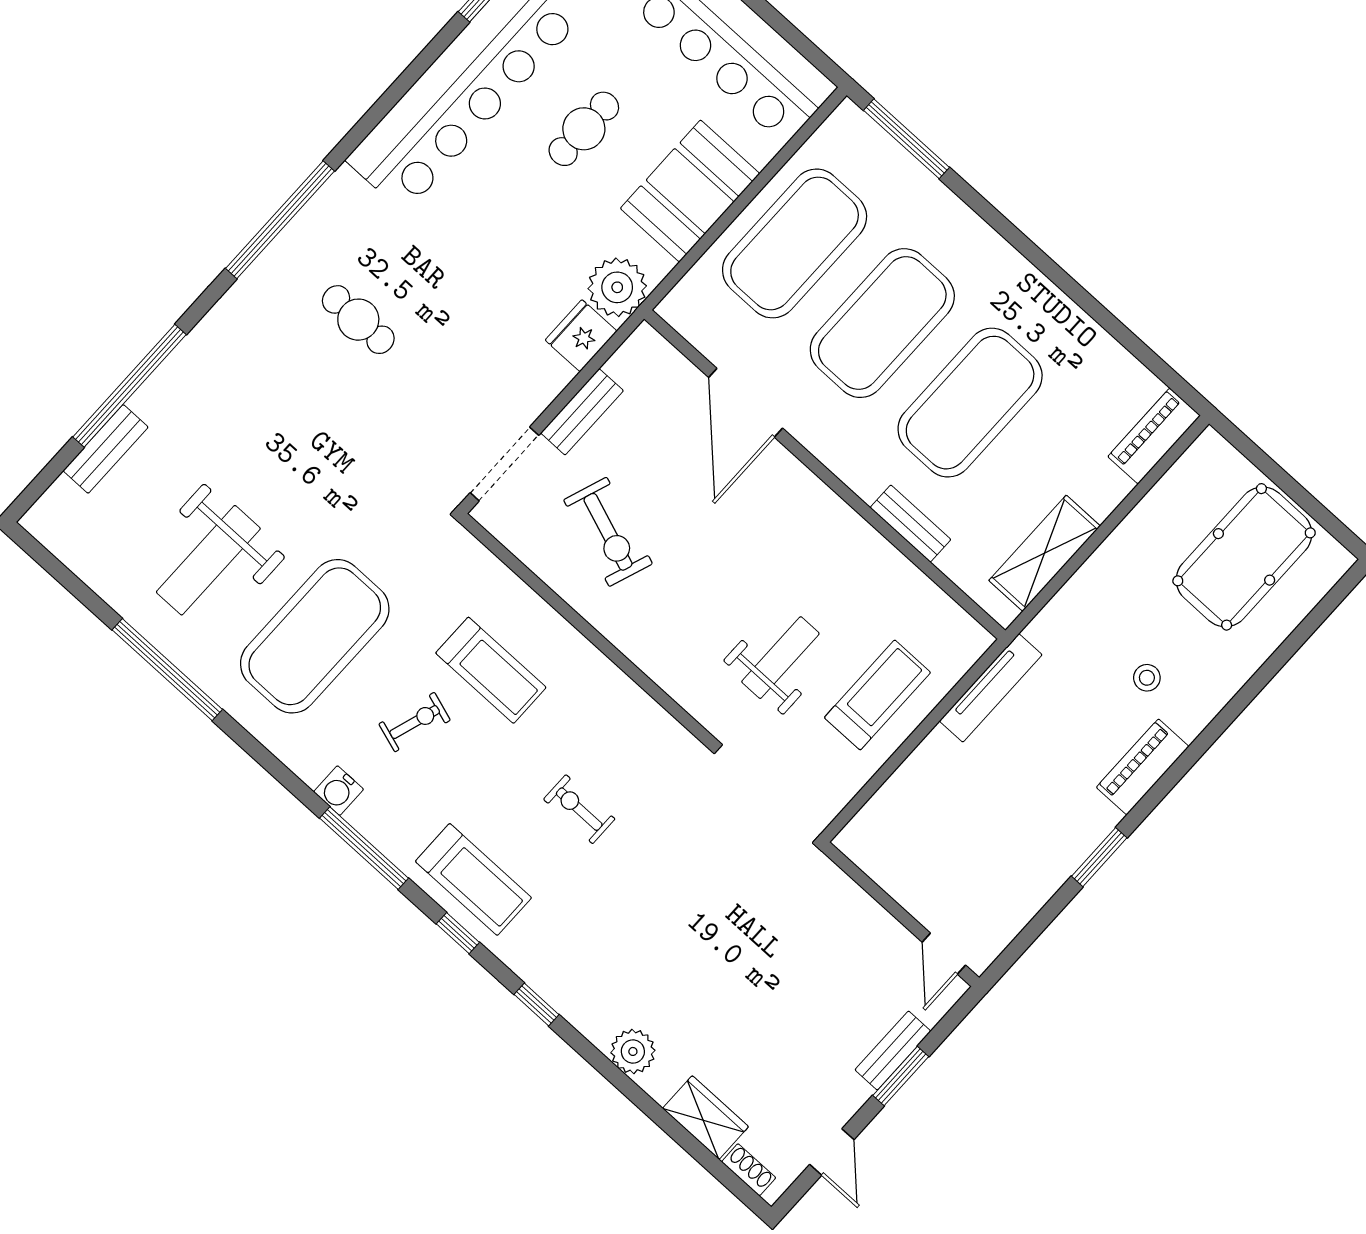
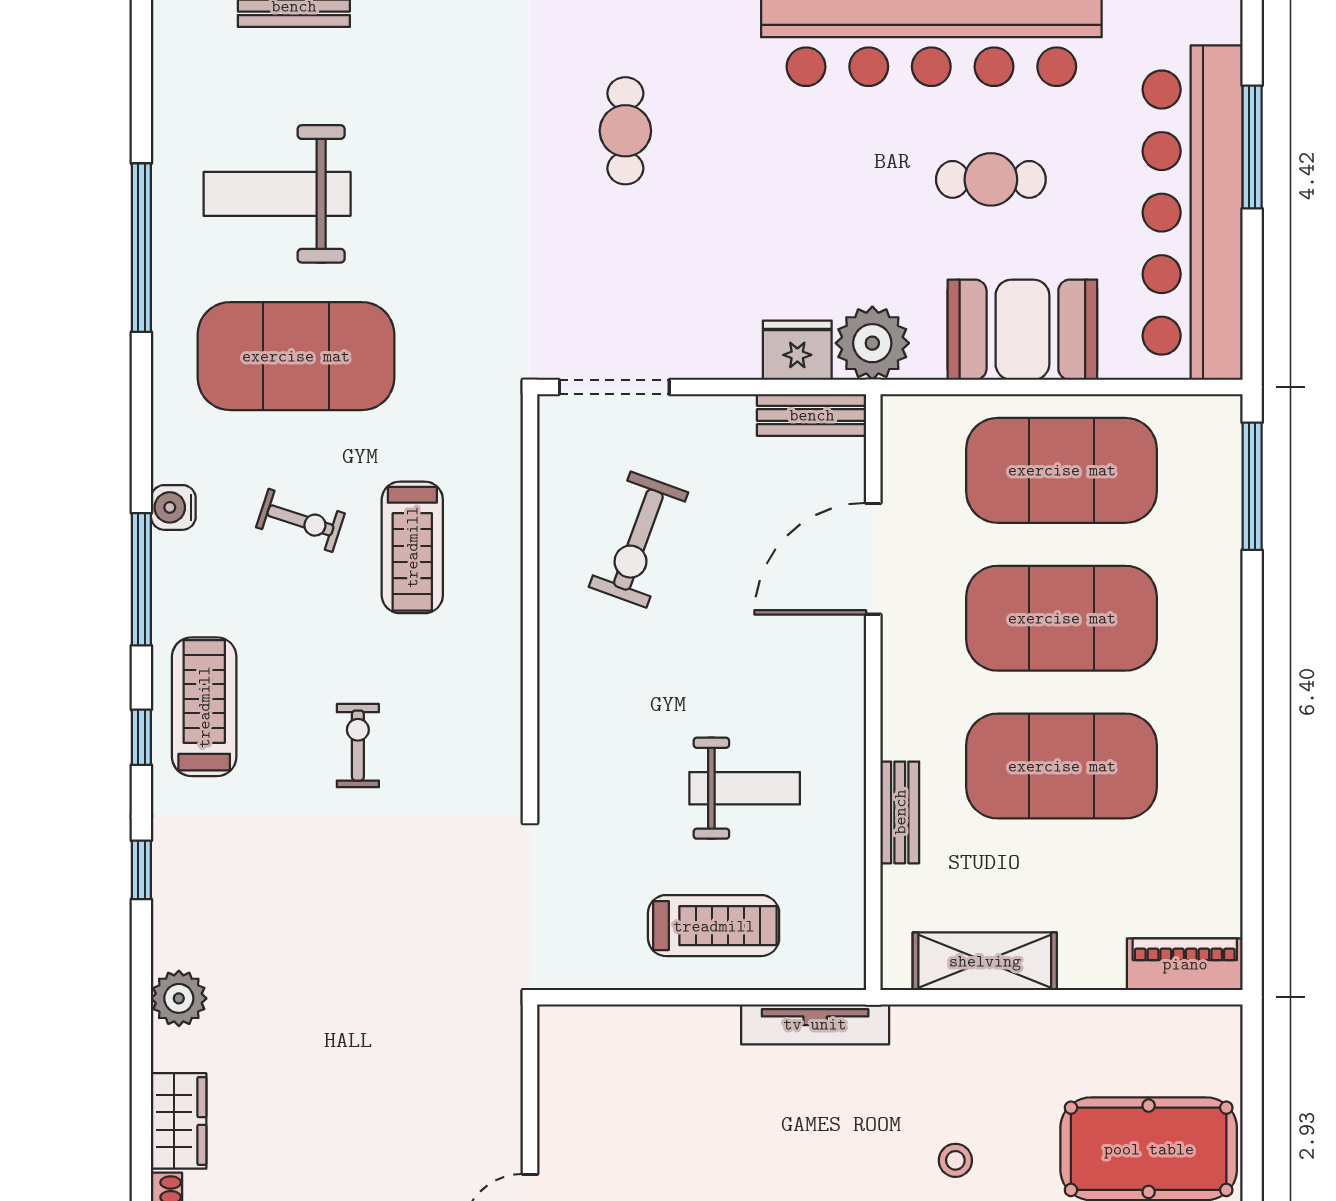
bench: (582, 412) -> (812, 415), moved
weight bench: (780, 658) -> (745, 788), moved
treadmill: (473, 879) -> (204, 707), turned 180

